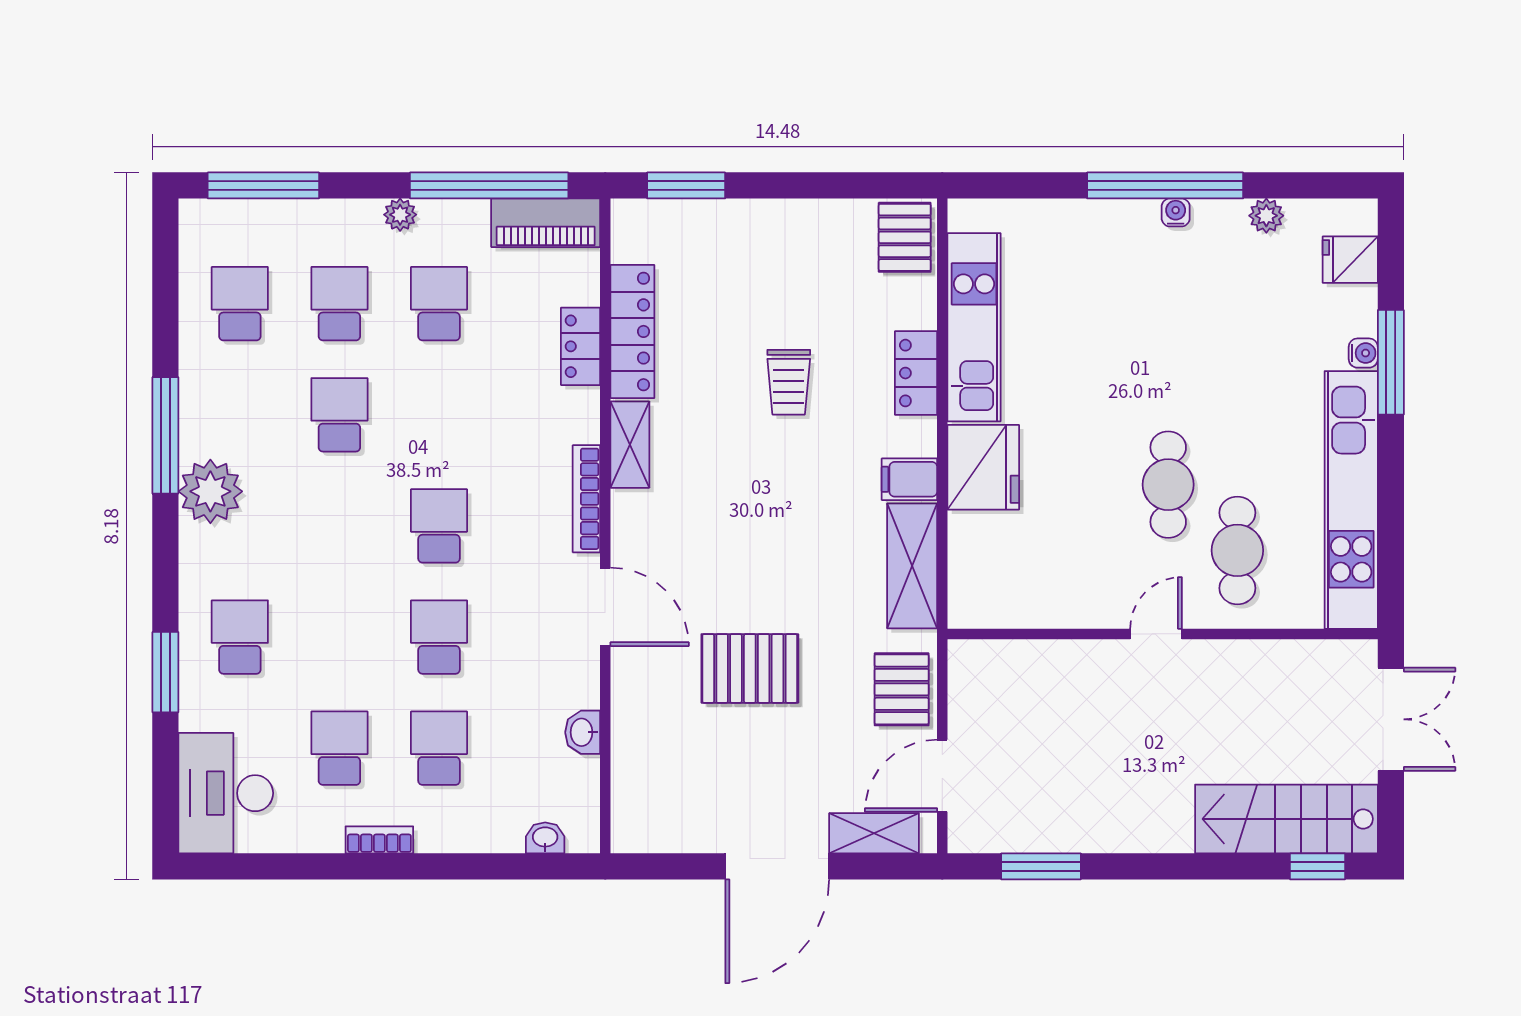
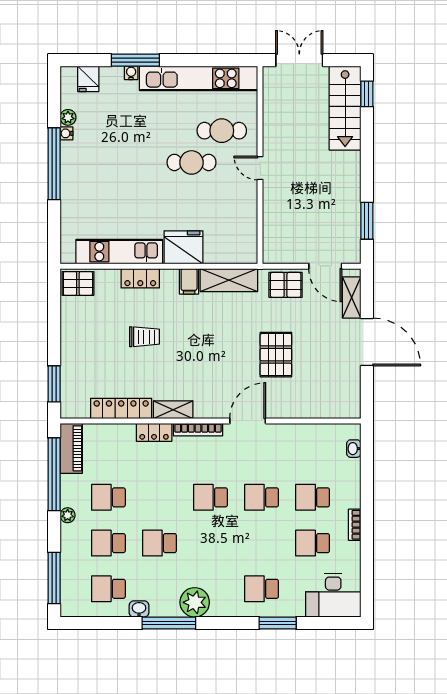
water cooler: (1176, 212) -> (66, 133), moved
locker: (581, 346) -> (154, 432), moved
washbasin: (583, 732) -> (139, 609), moved, turned 180

